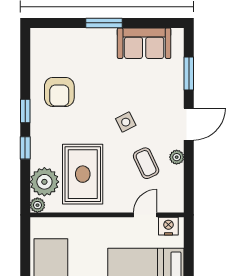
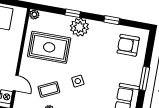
armchair: (59, 92) -> (128, 45), moved
window: (25, 111) -> (112, 20), moved
plant: (44, 182) -> (79, 27), moved

